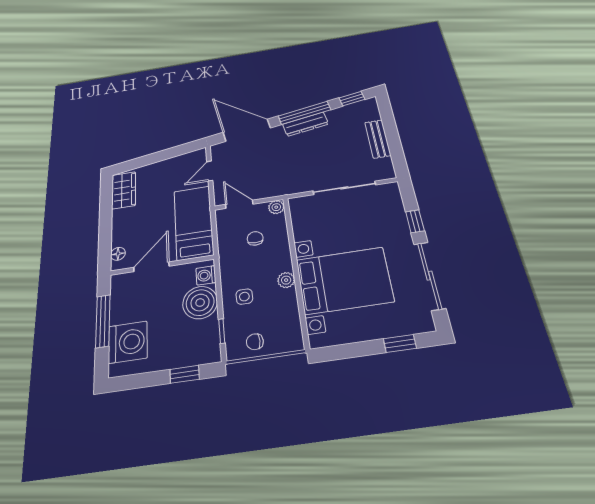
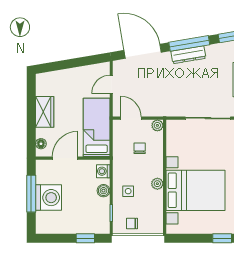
wardrobe: (124, 190) -> (45, 112), moved
boiler: (200, 303) -> (103, 191), width x0.54, depth x0.54
washing machine: (128, 342) -> (49, 198), moved

